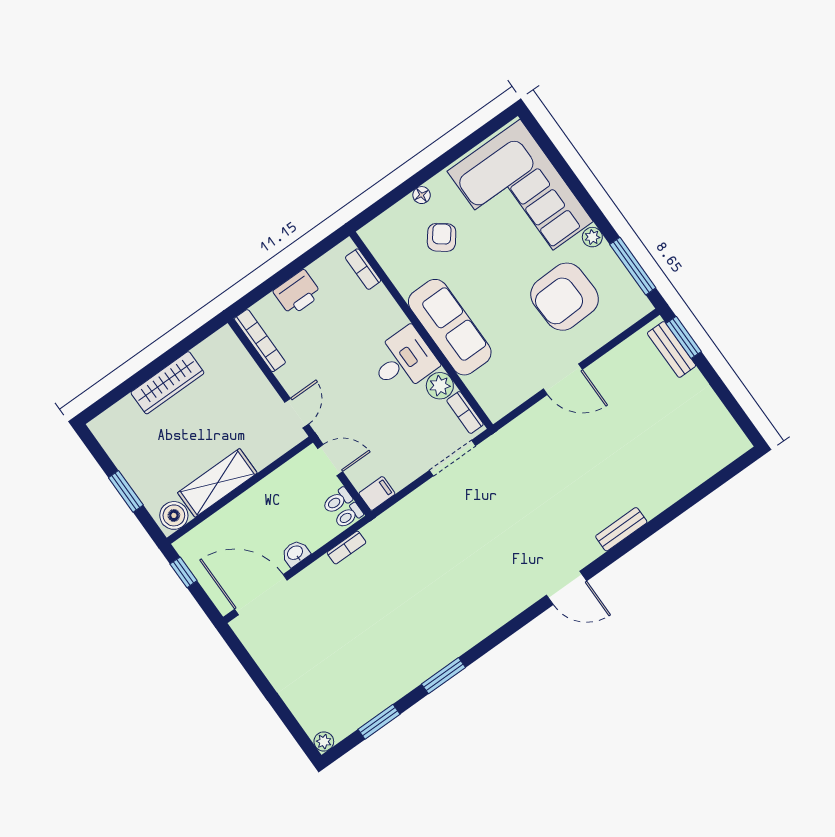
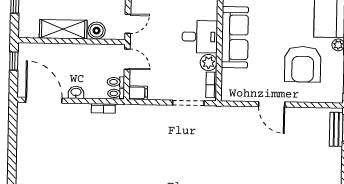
armchair: (565, 297) -> (303, 64), turned -88
boiler: (174, 515) -> (97, 31), moved

